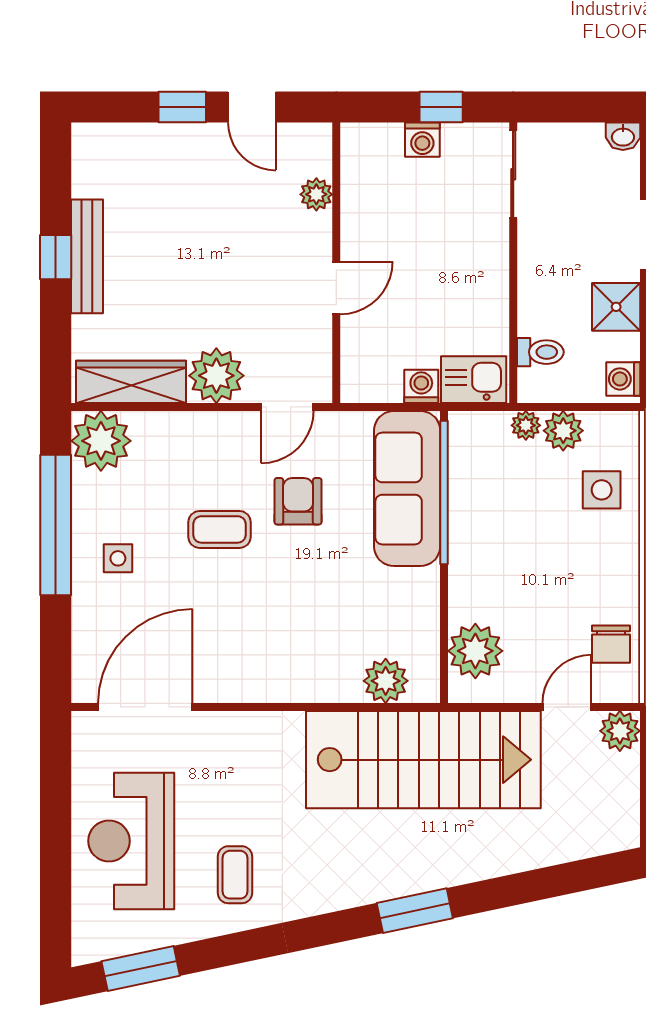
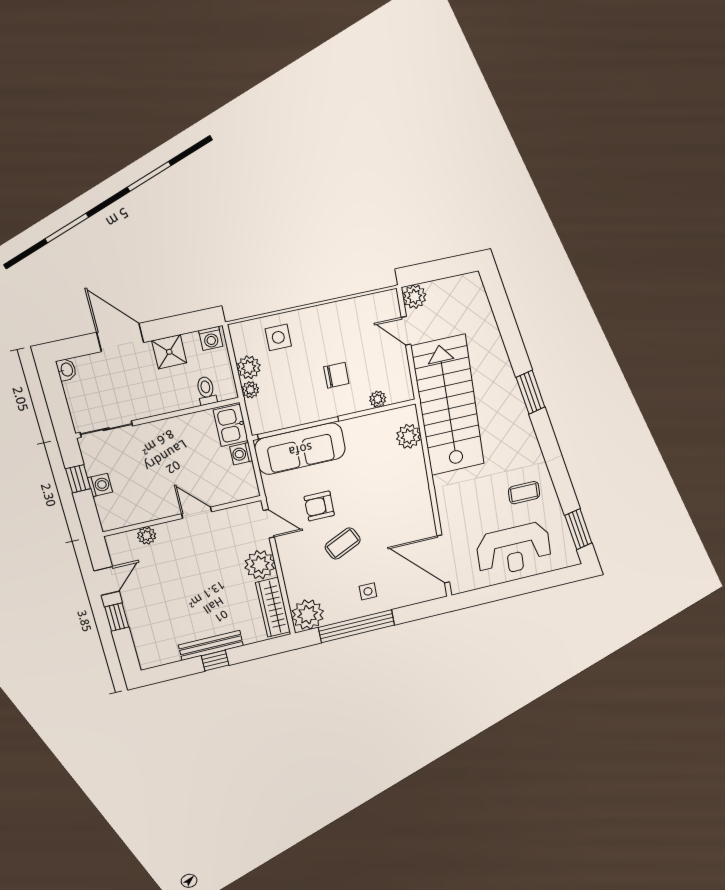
coffee table: (220, 529) -> (343, 544), turned 65
chair: (611, 644) -> (336, 375), moved
plant: (475, 651) -> (378, 399), width x0.53, depth x0.53

